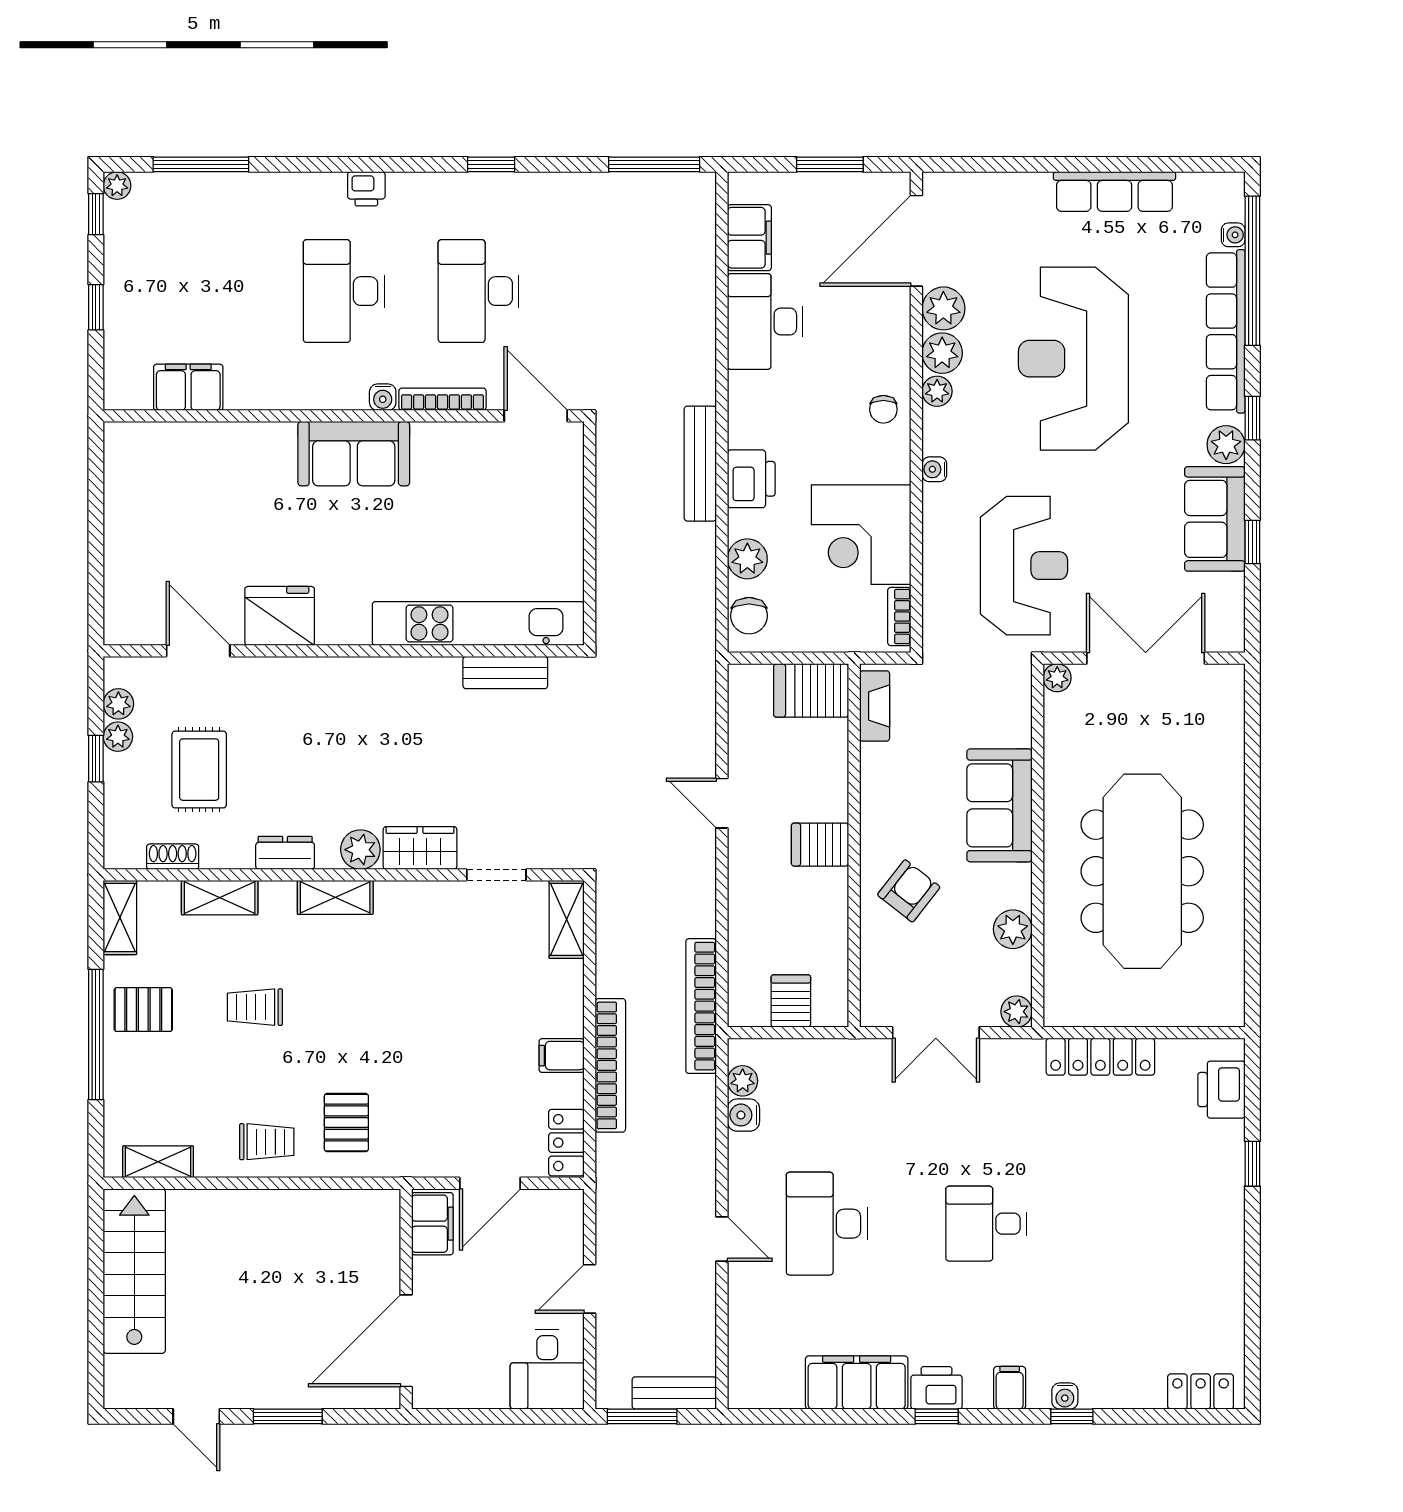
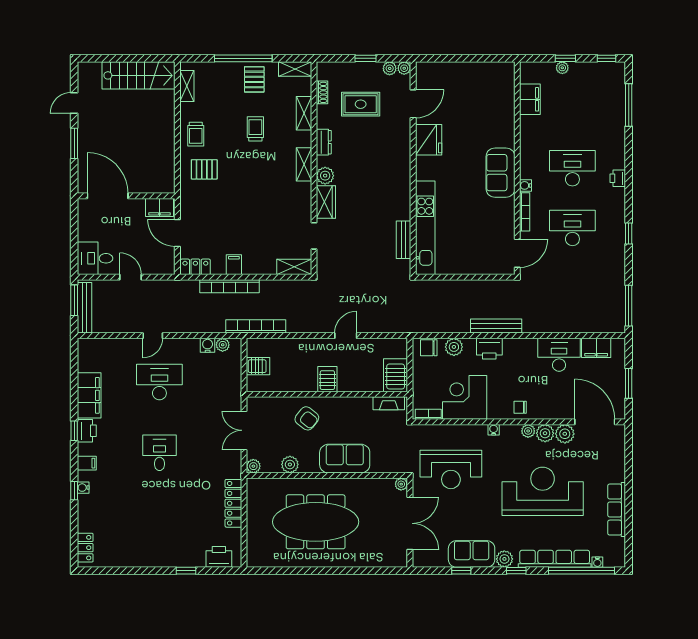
plant: (117, 186) -> (562, 68), moved
plant: (118, 737) -> (404, 68), moved
bench: (674, 1393) -> (84, 308), width x1.36

